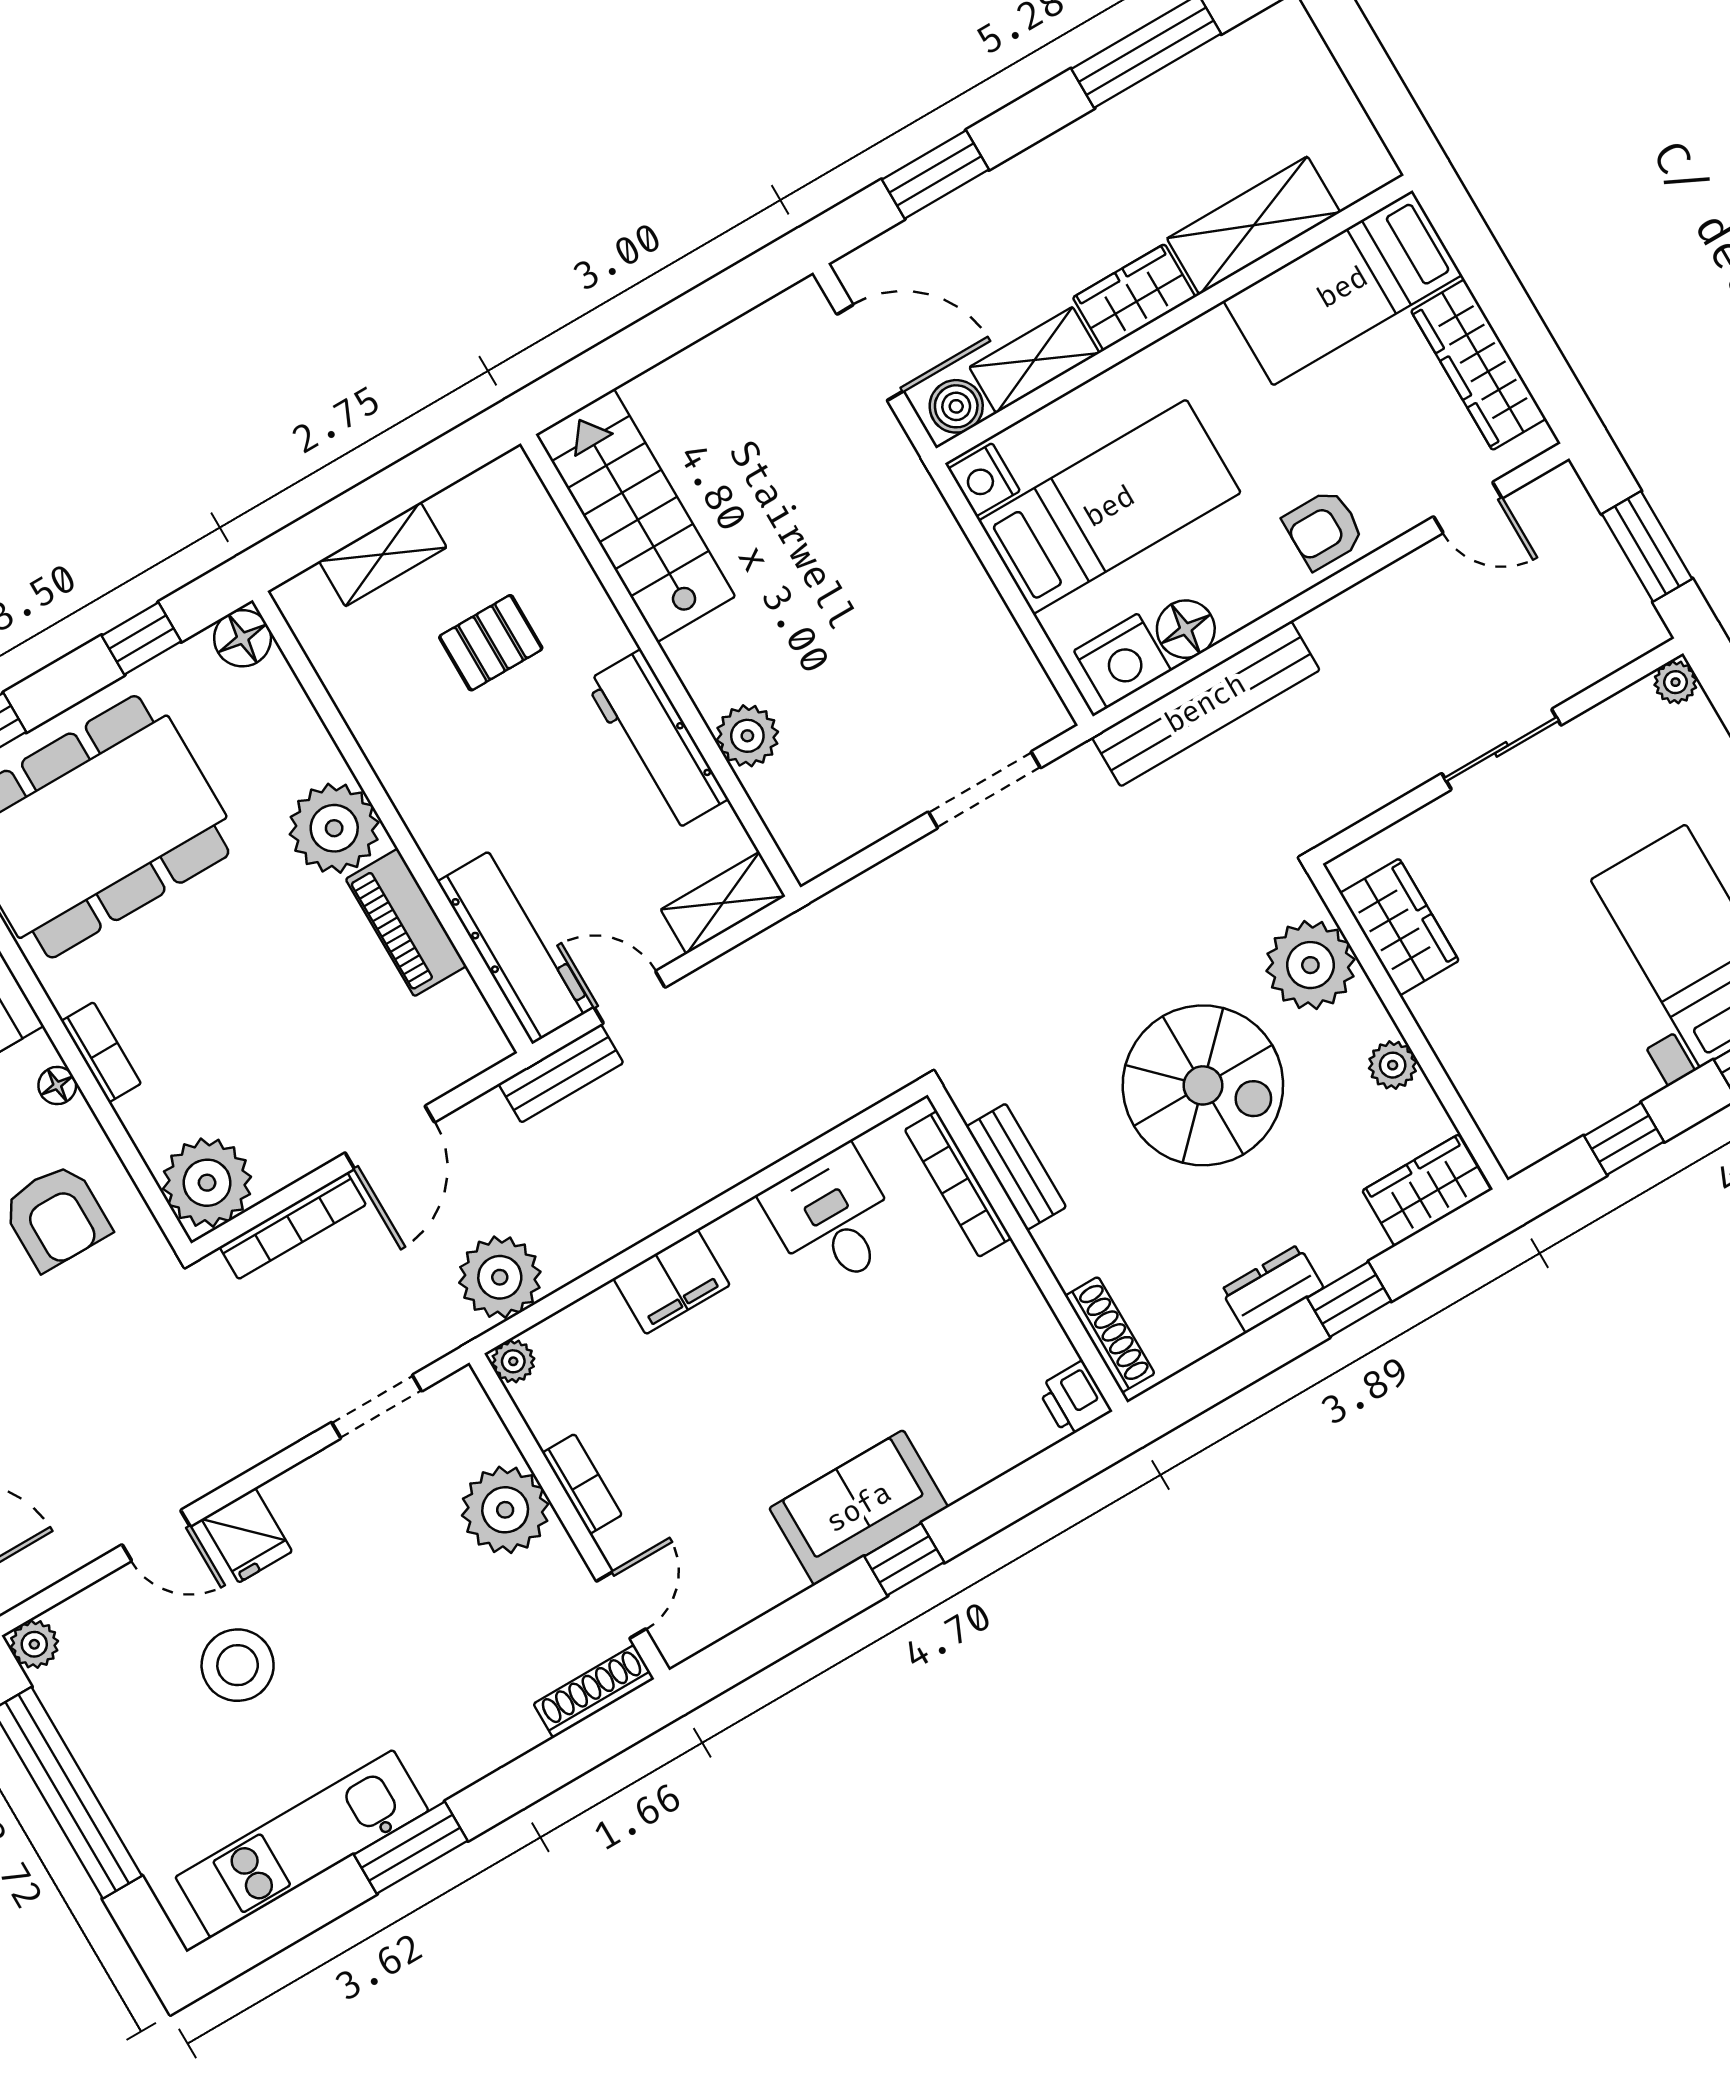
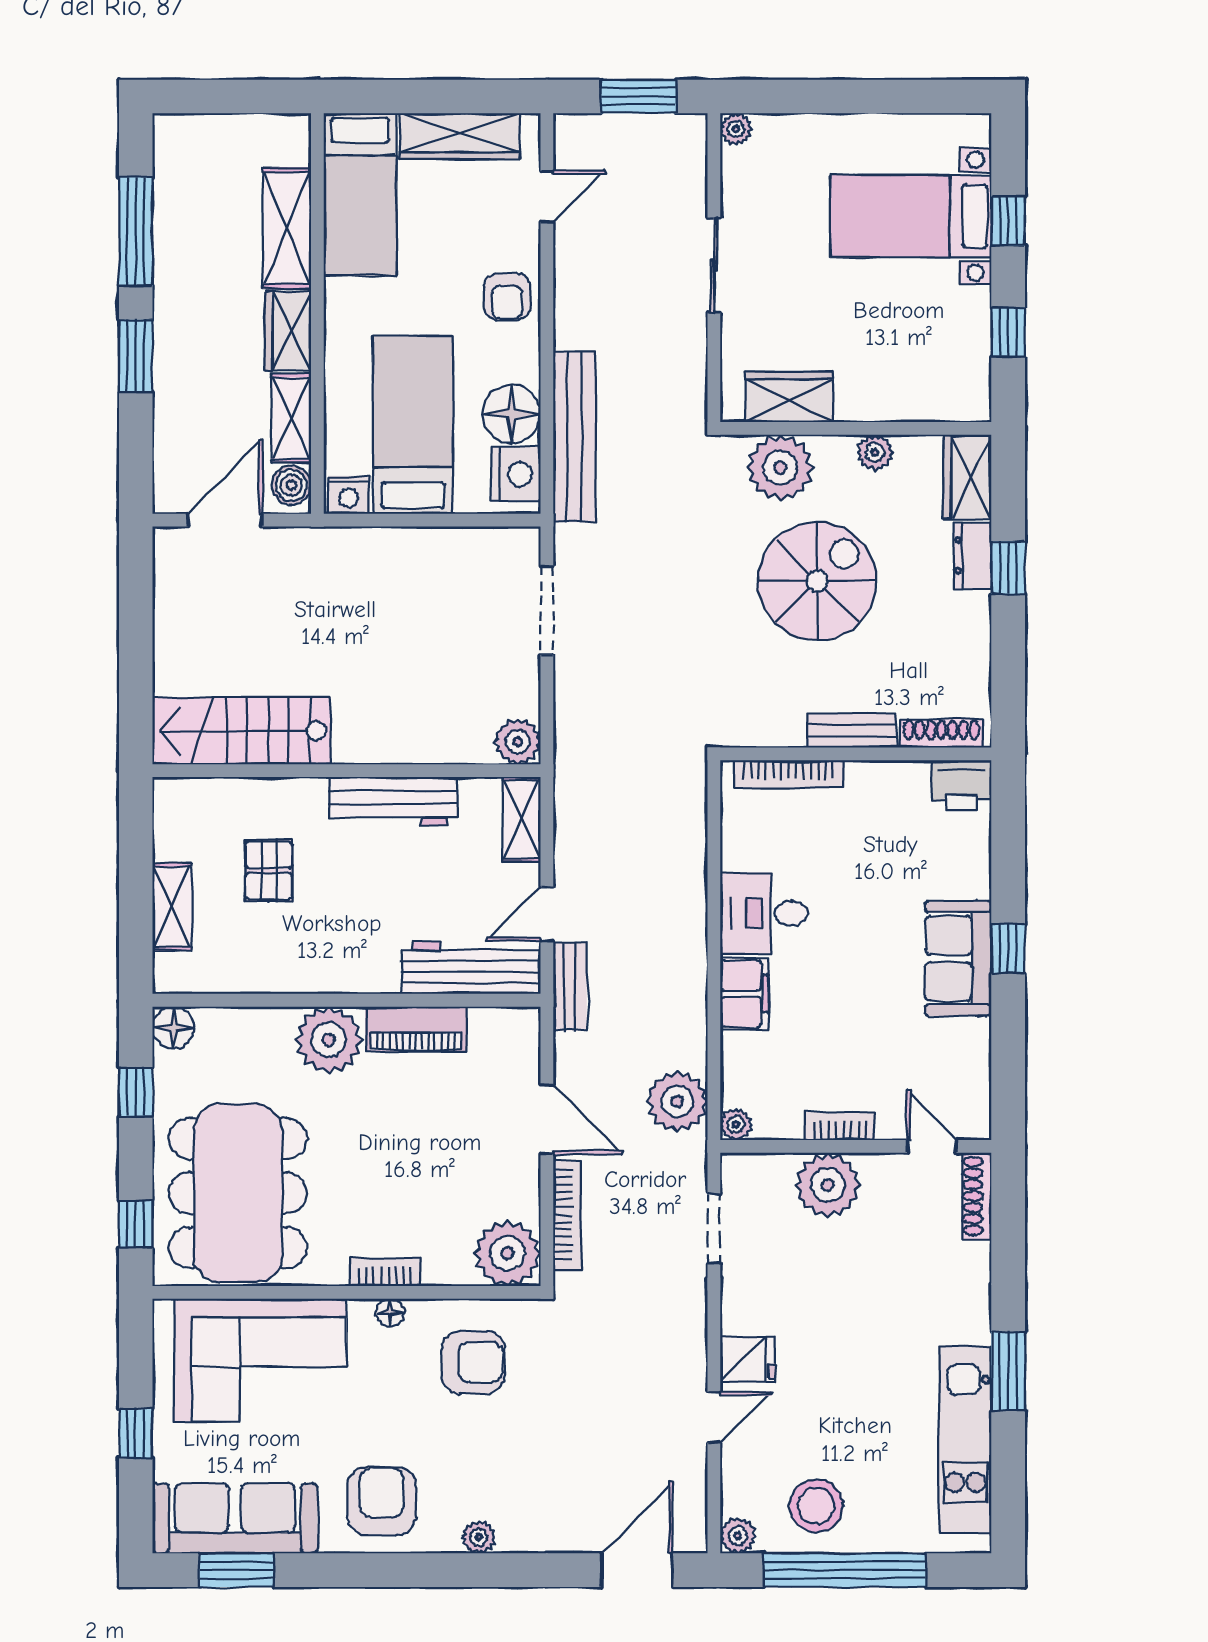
window: (935, 175) -> (136, 356), moved
floor lamp: (1186, 629) -> (511, 414), width x1.38, depth x1.38
plant: (747, 736) -> (518, 742), moved
bench: (1016, 1167) -> (852, 731), moved
desk: (833, 1219) -> (764, 913), moved
dresser: (1272, 1289) -> (973, 556), moved
printer: (1074, 1399) -> (961, 785), width x1.36, depth x1.24
stool: (238, 1665) -> (816, 1506), moved

